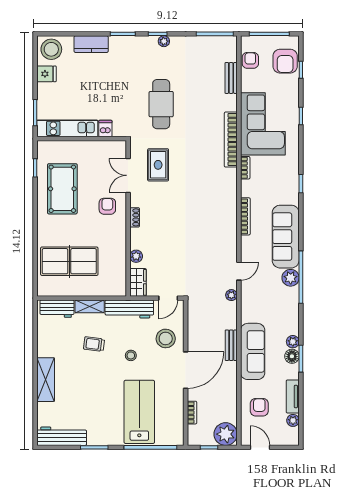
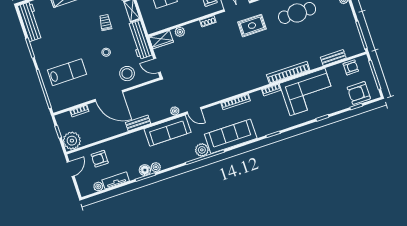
sofa: (253, 351) -> (168, 131), moved
armchair: (259, 407) -> (100, 159), turned 180
lab bench: (139, 412) -> (67, 72), width x0.73, depth x0.72

